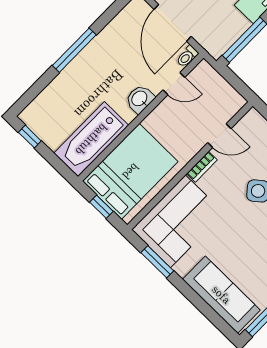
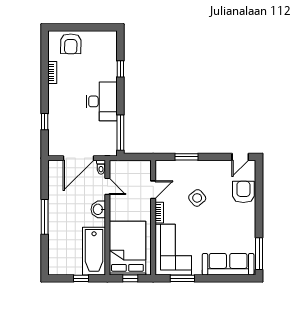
door: (173, 23) -> (78, 158), hinge flipped
door: (174, 84) -> (107, 186), hinge flipped
window: (30, 137) -> (81, 278), moved

